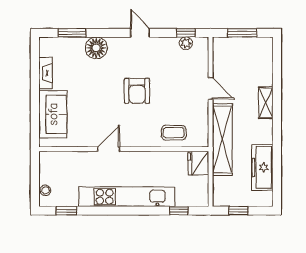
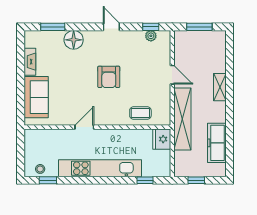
stool: (45, 190) -> (40, 169), moved

